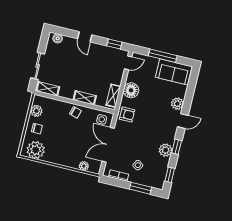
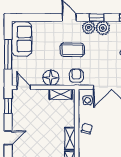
shelving: (85, 98) -> (70, 139), moved
plant: (177, 104) -> (89, 28), moved
coffee table: (152, 117) -> (72, 50), added

